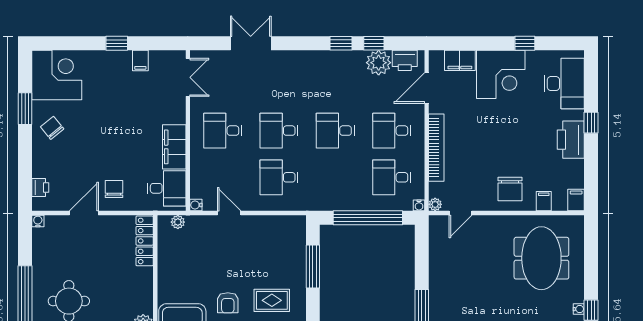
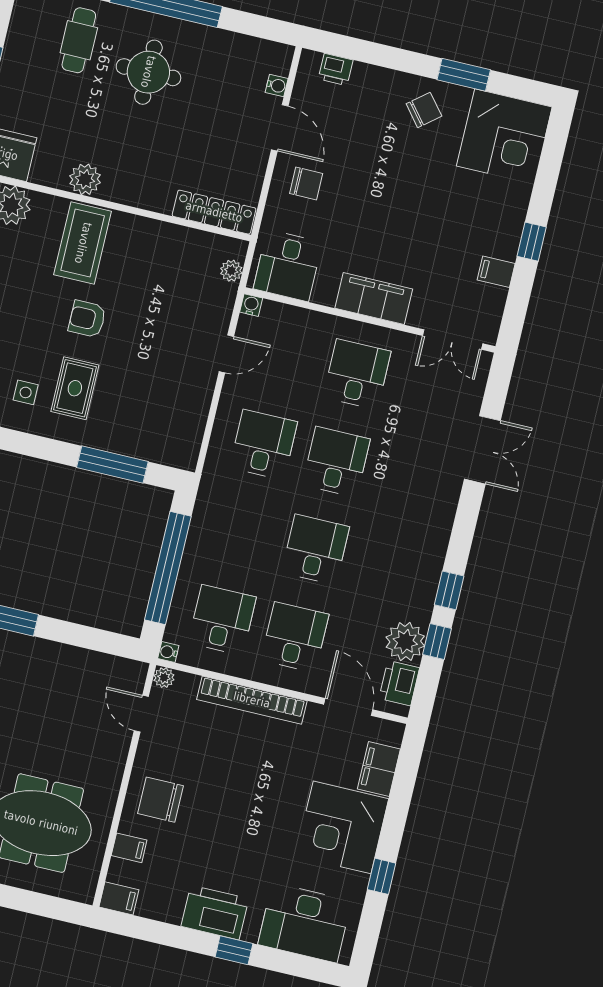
filing cabinet: (174, 147) -> (374, 299), moved
water cooler: (38, 221) -> (277, 85), moved

